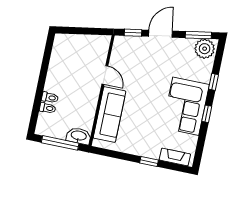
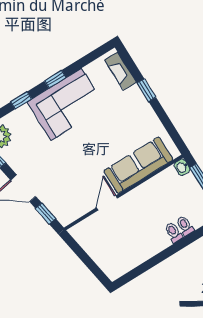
washbasin: (79, 136) -> (182, 167), width x0.52, depth x0.69

